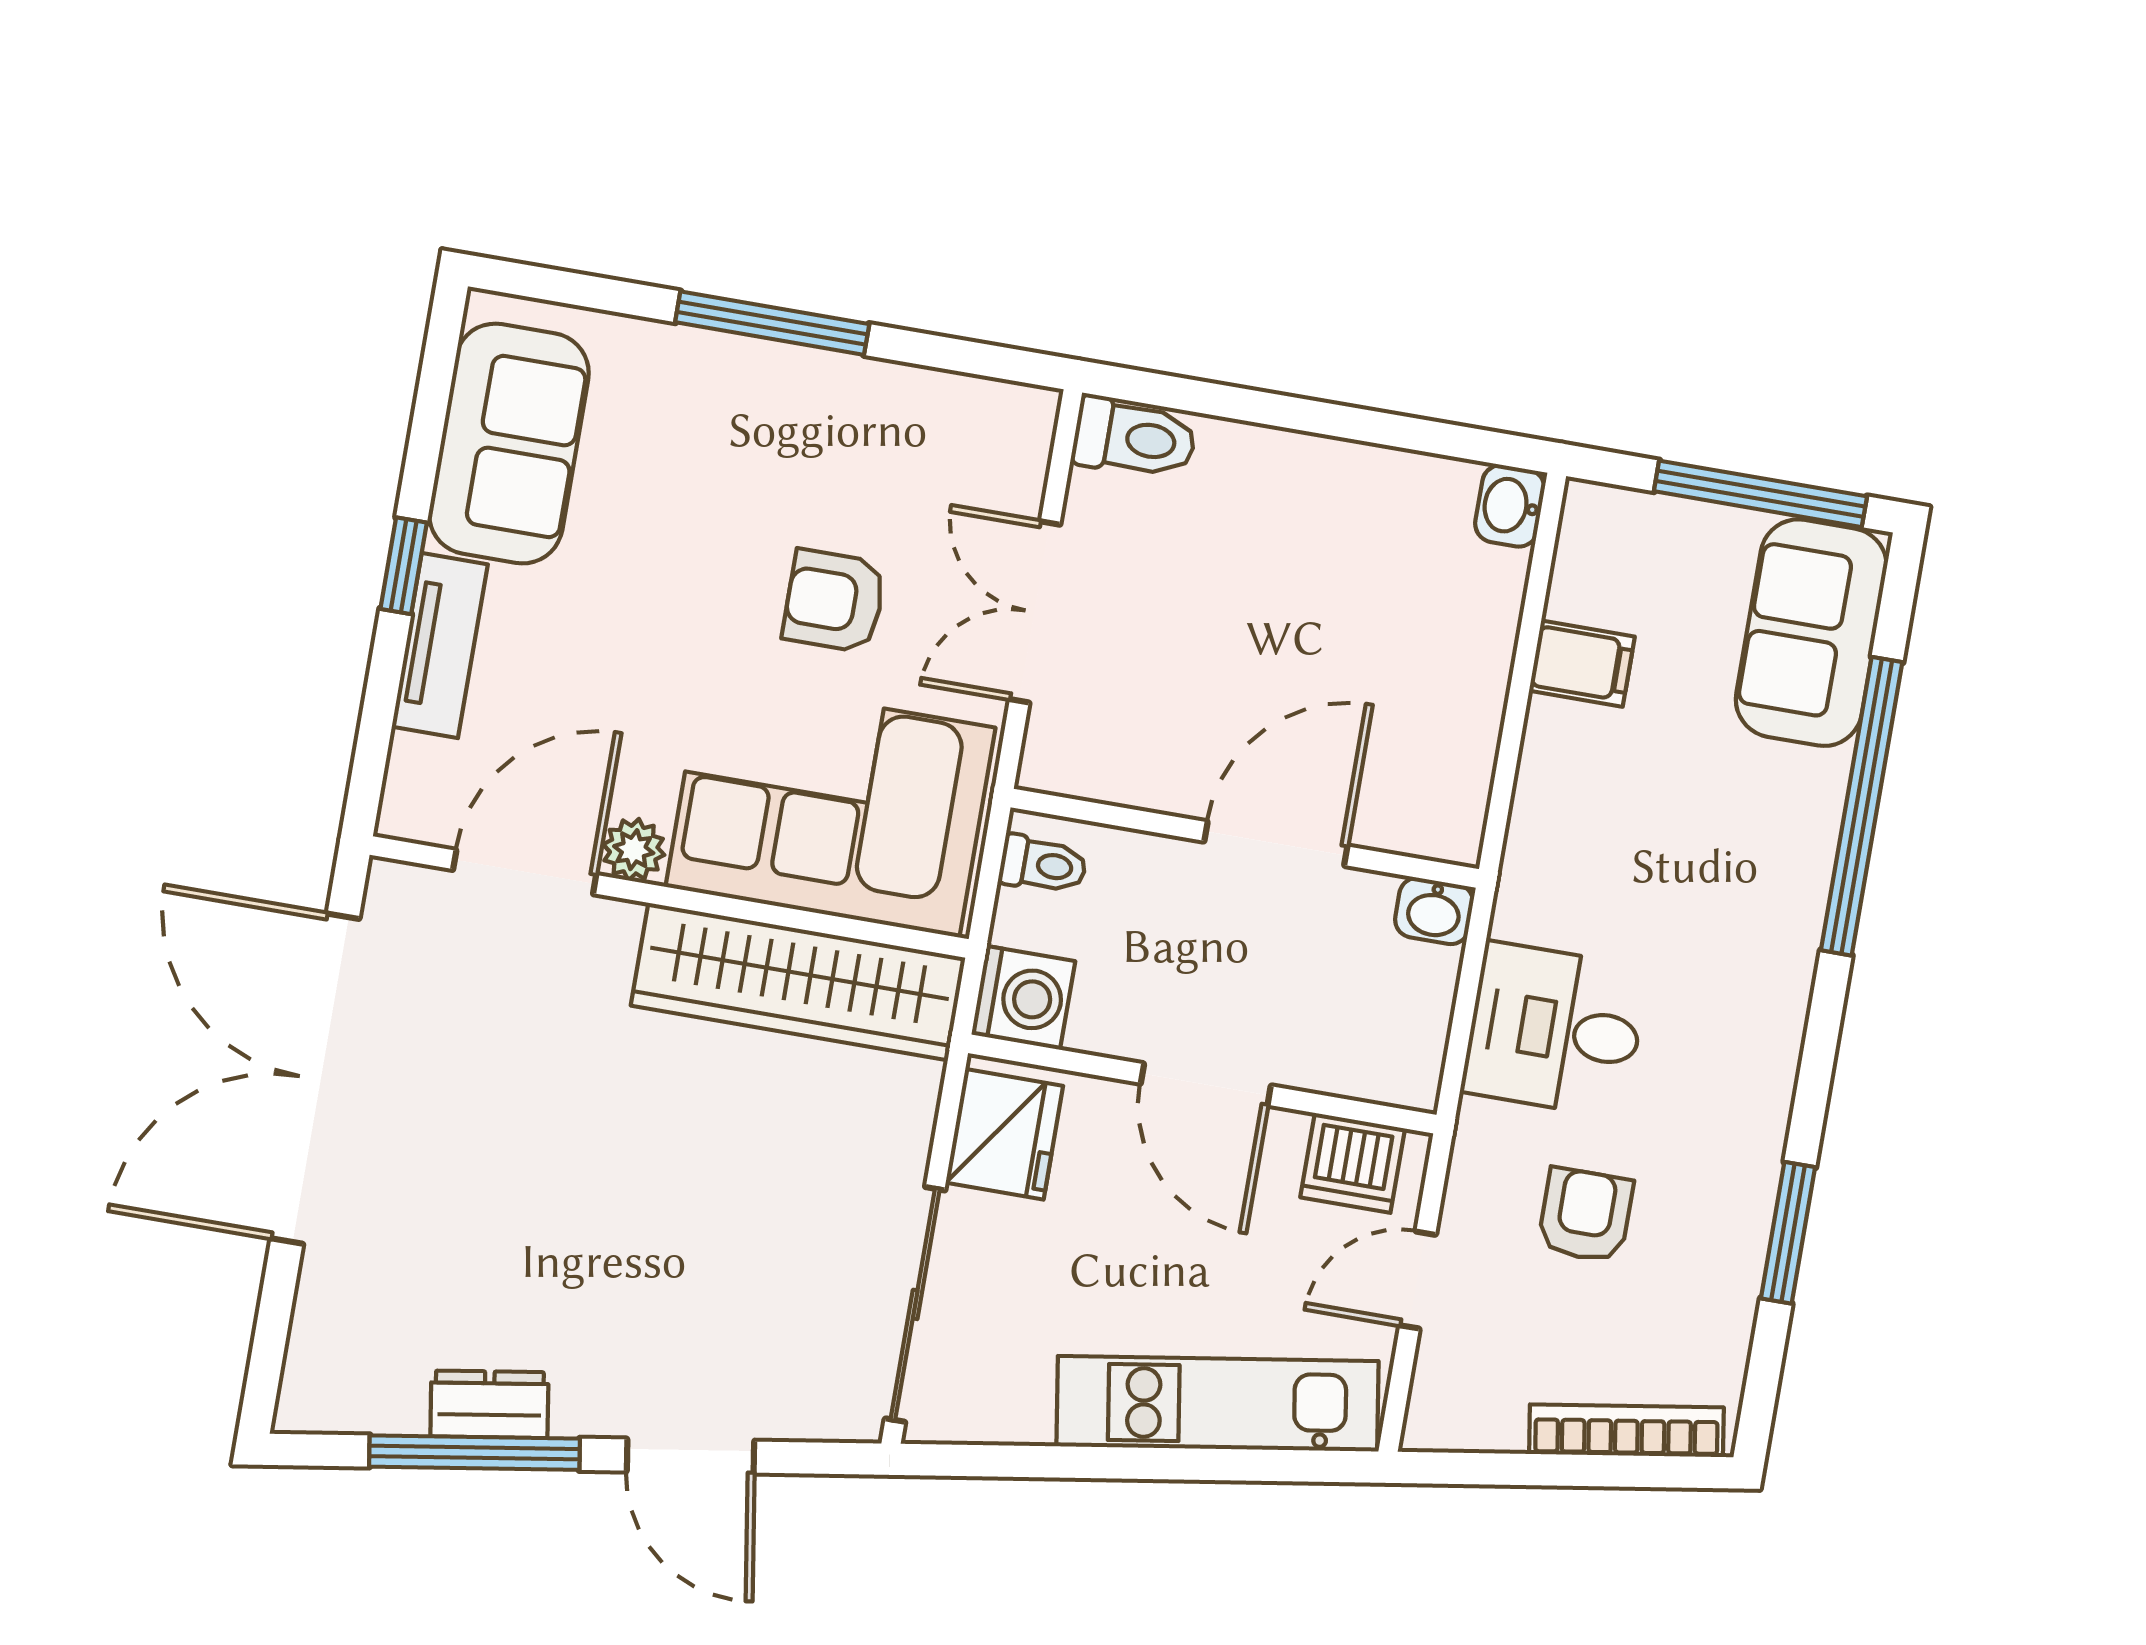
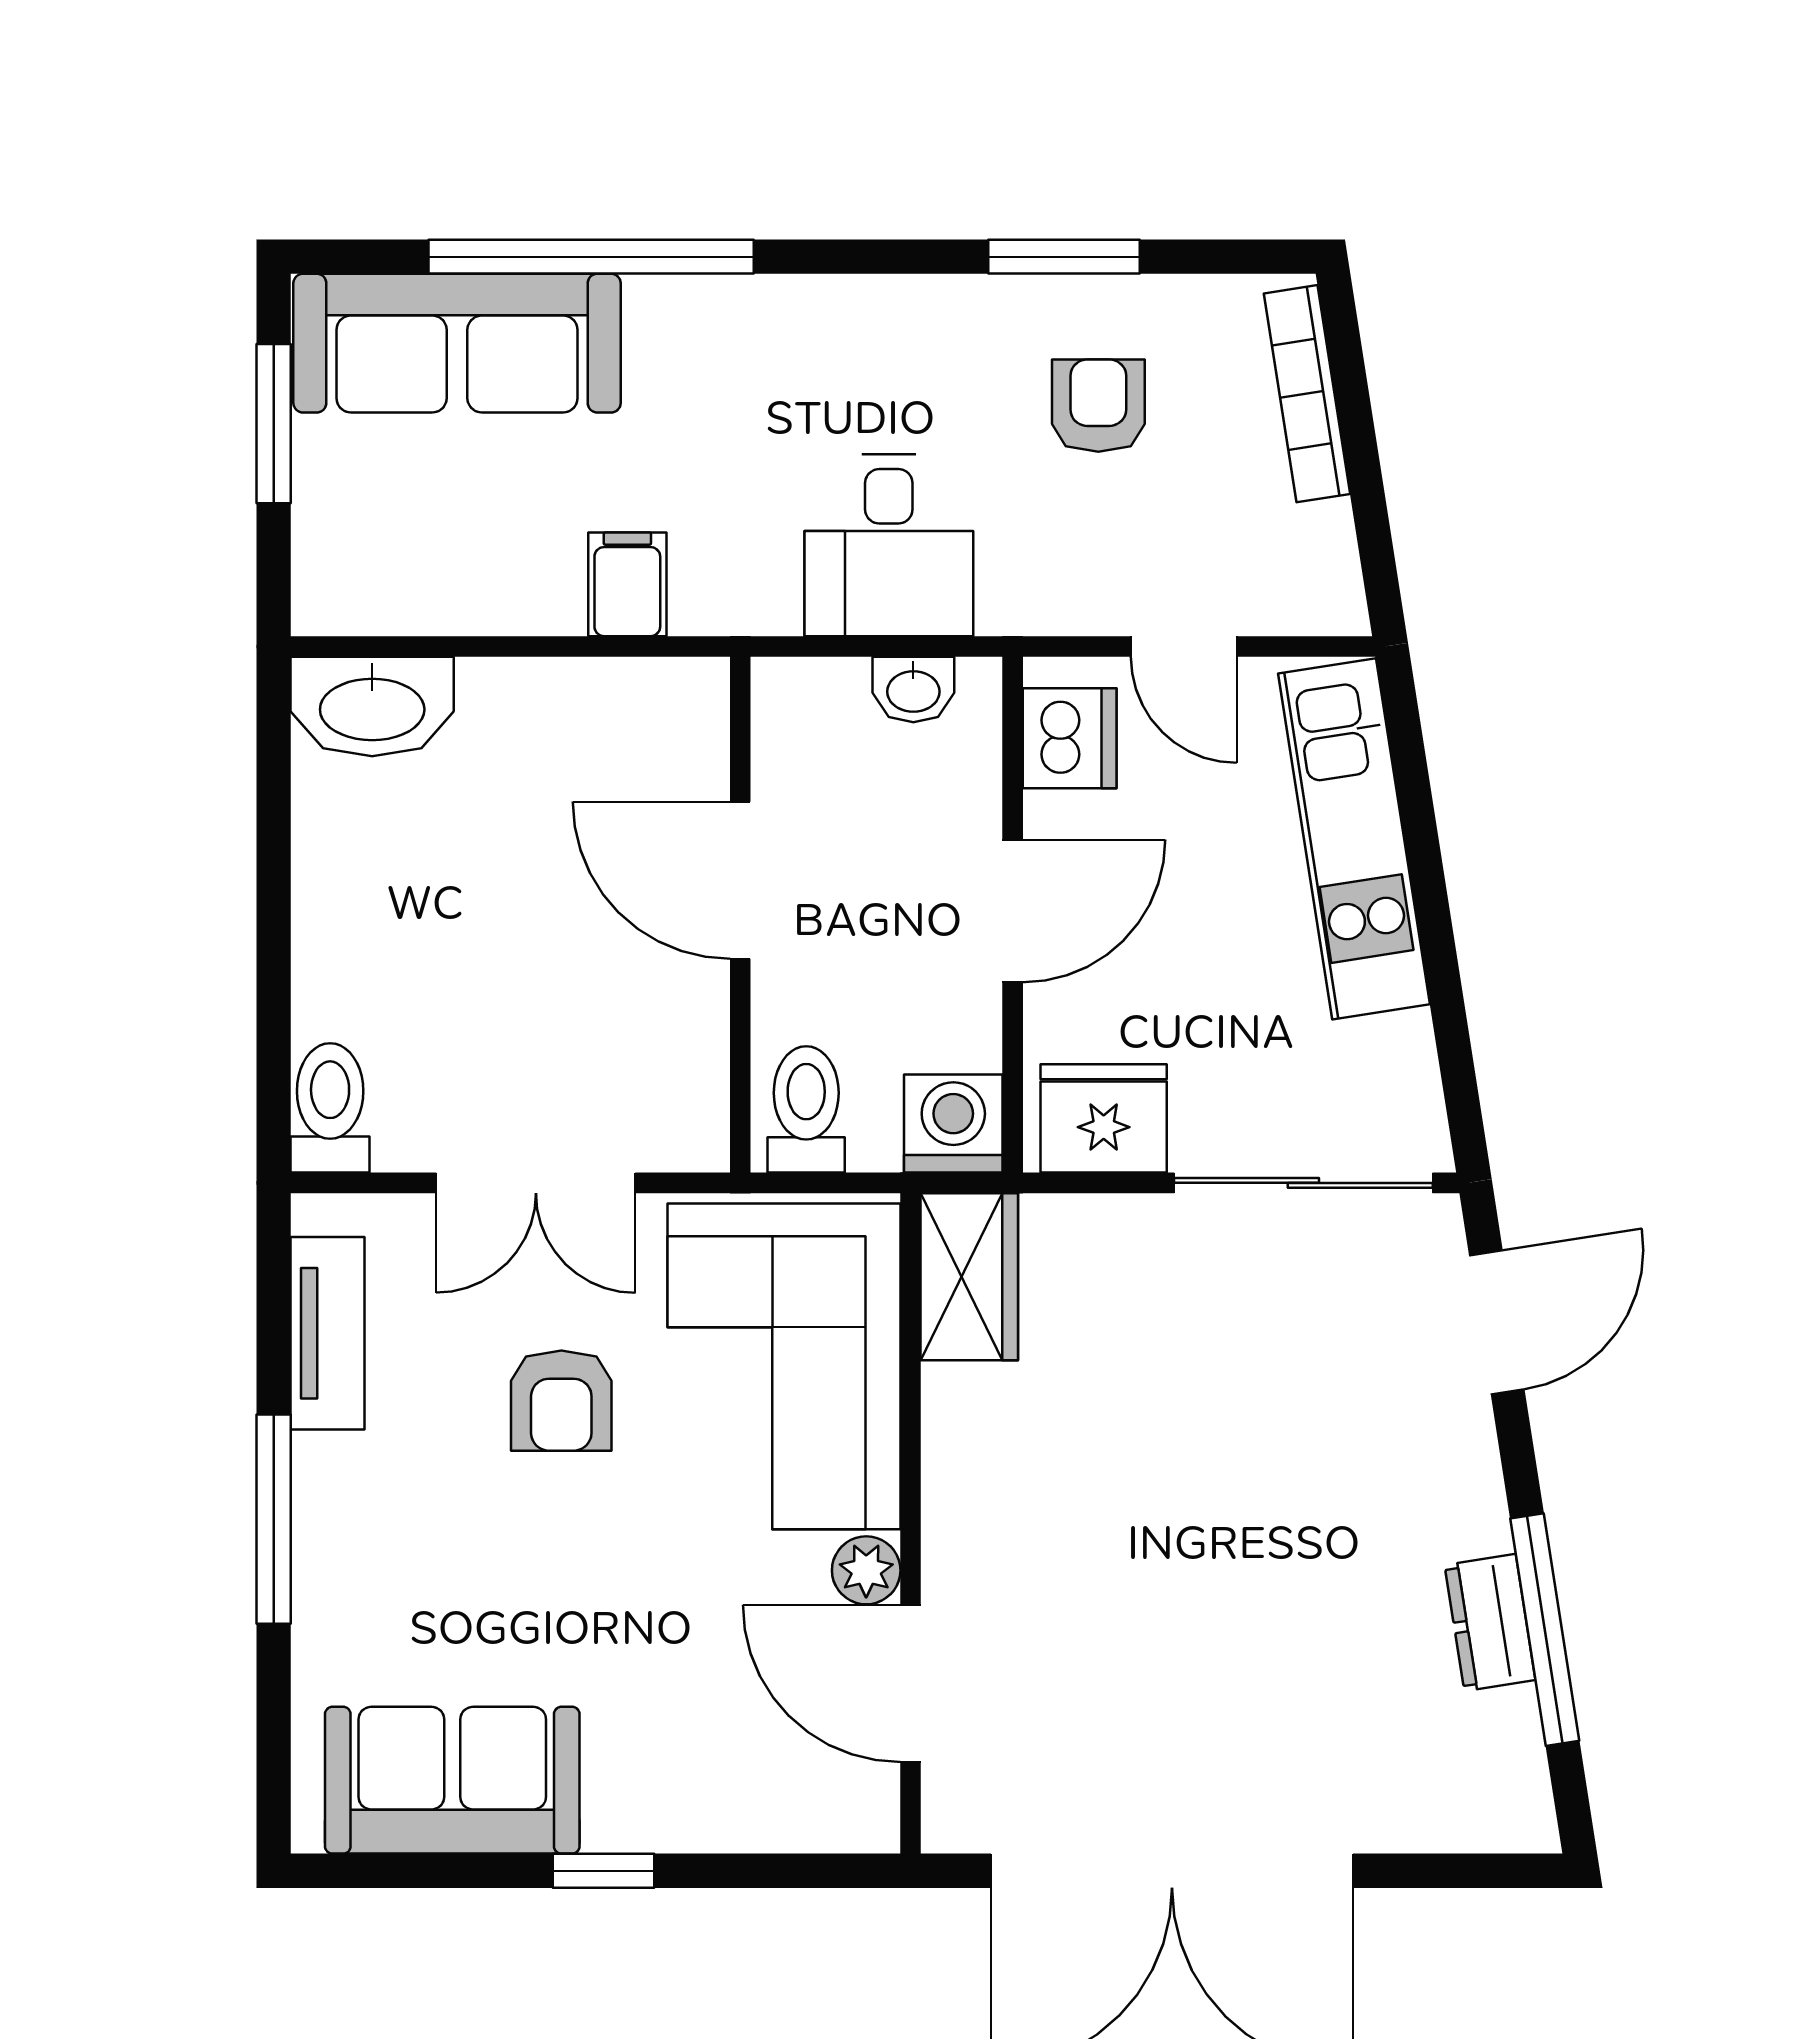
window: (1760, 494) -> (274, 424), width x0.69
washbasin: (1510, 506) -> (372, 707), width x1.91, depth x1.45
sofa: (1811, 633) -> (457, 343), width x1.36
tv unit: (440, 646) -> (327, 1333), moved, turned 90
filing cabinet: (1582, 664) -> (627, 584), moved
toilet: (1043, 865) -> (806, 1109), width x1.37, depth x1.39
washbasin: (1434, 911) -> (913, 690), moved, turned 90
wardrobe: (798, 982) -> (969, 1277), width x0.48, depth x0.85
armchair: (1585, 1215) -> (1098, 406), moved, turned 90
door: (690, 1456) -> (1497, 1322), moved

